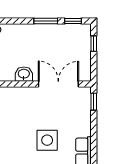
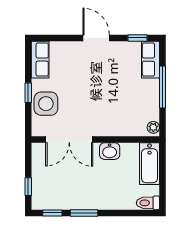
window: (94, 102) -> (28, 93), moved
side table: (47, 140) -> (46, 104), moved

